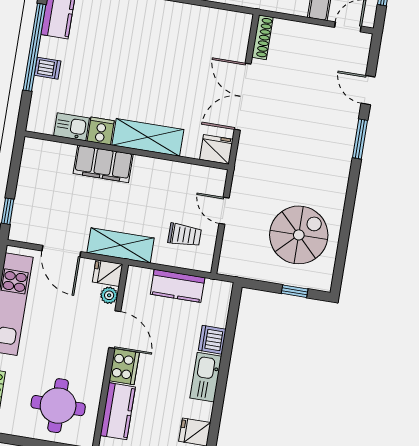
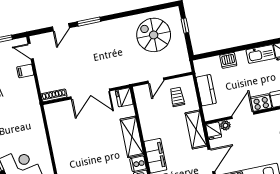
kitchen sink: (206, 377) -> (261, 54), moved

